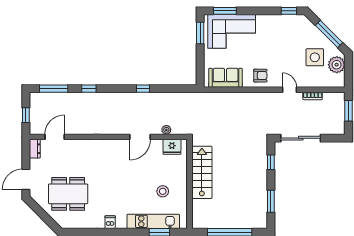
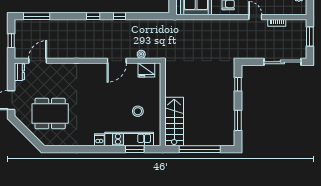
window: (89, 89) -> (93, 16), moved
sliding door: (301, 138) -> (282, 62), moved
stairs: (202, 172) -> (174, 121), moved
dishwasher: (110, 222) -> (99, 140), moved

